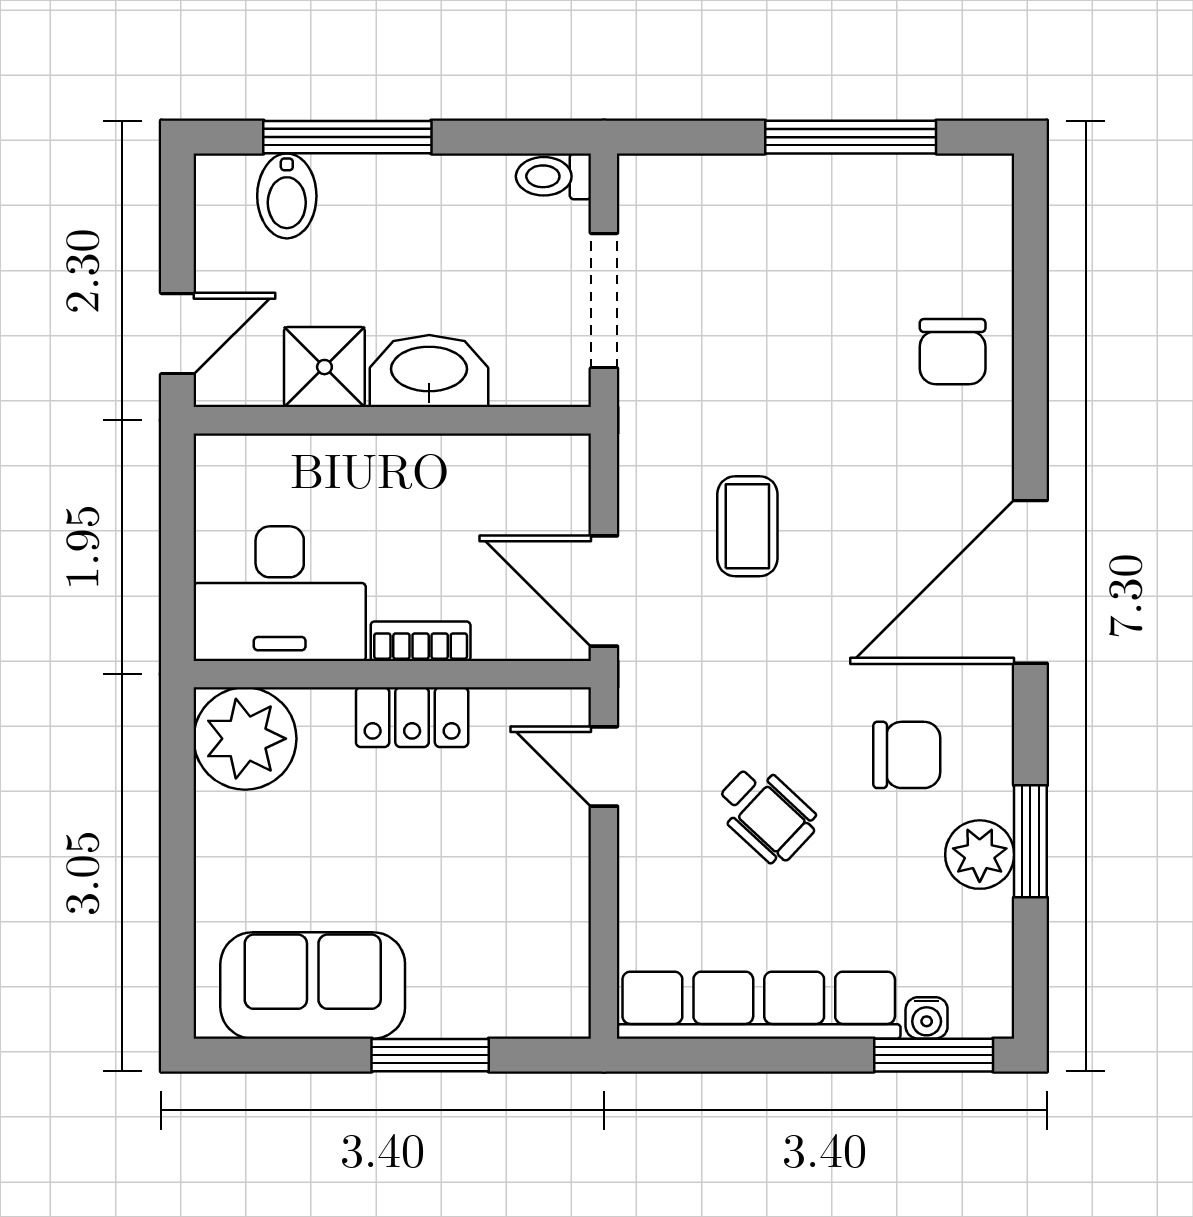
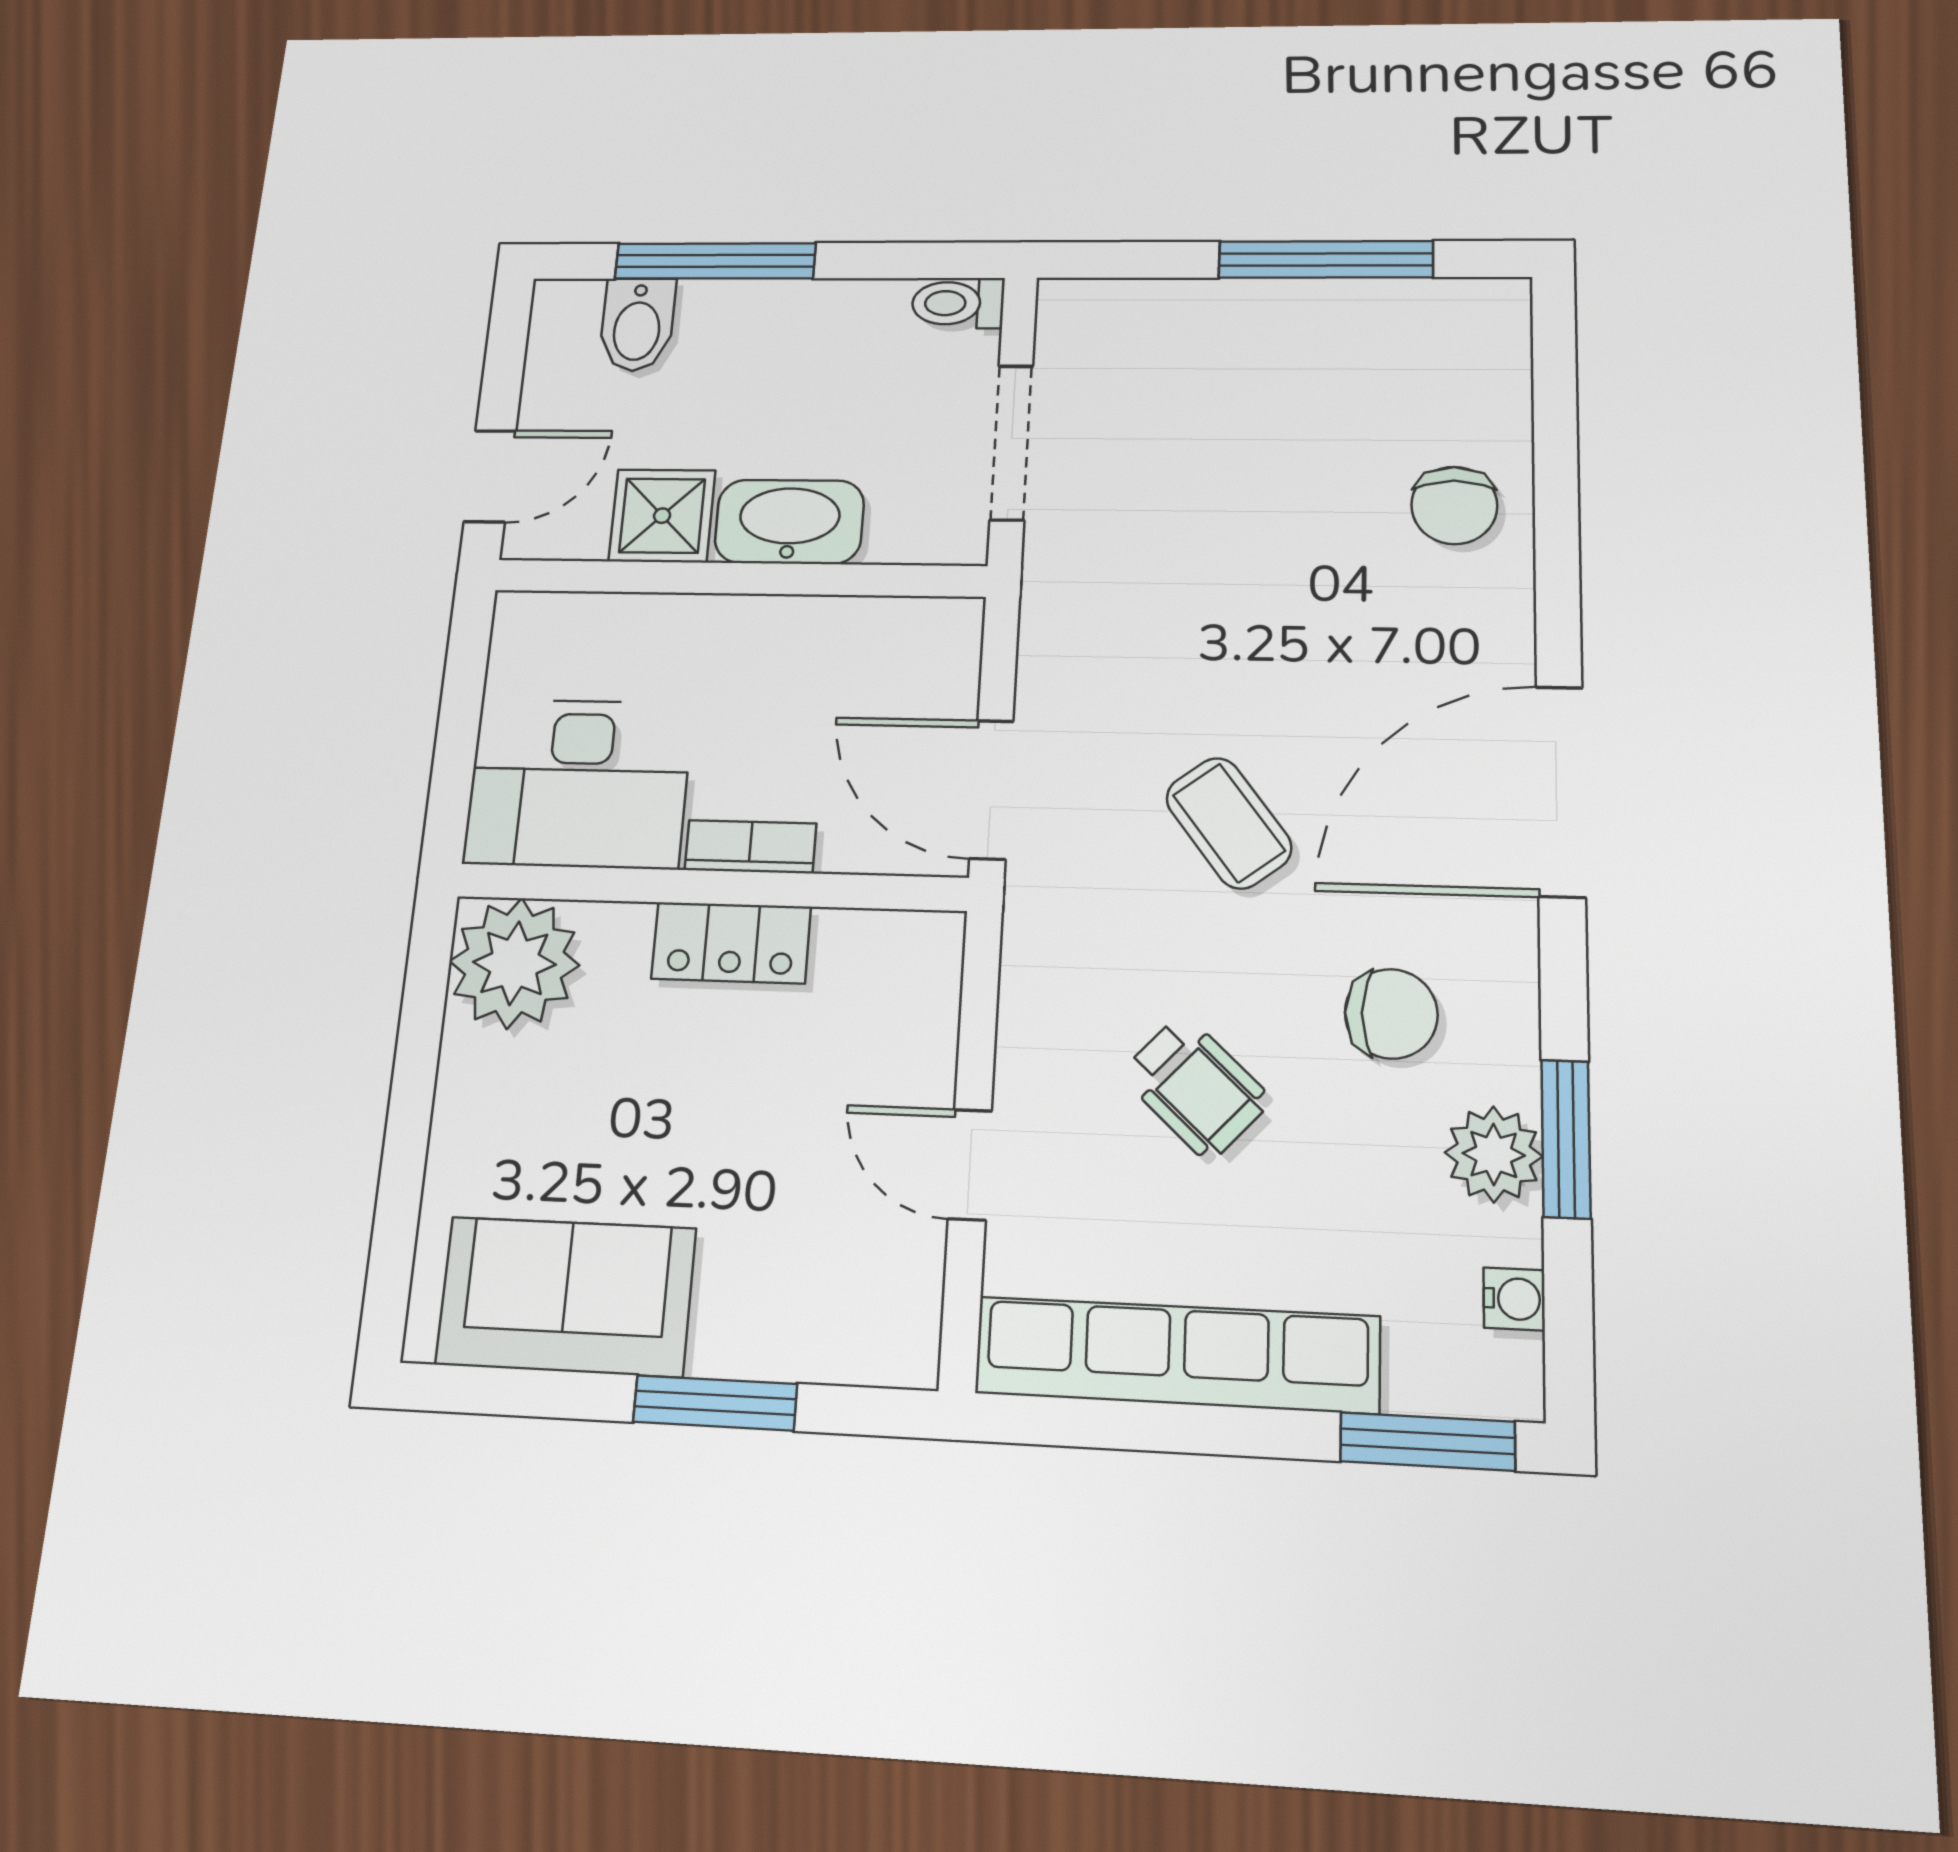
coffee table: (747, 526) -> (1229, 823), moved, turned -37
door: (604, 766) -> (970, 1165), moved
water cooler: (927, 1018) -> (1514, 1299), moved, turned -90

